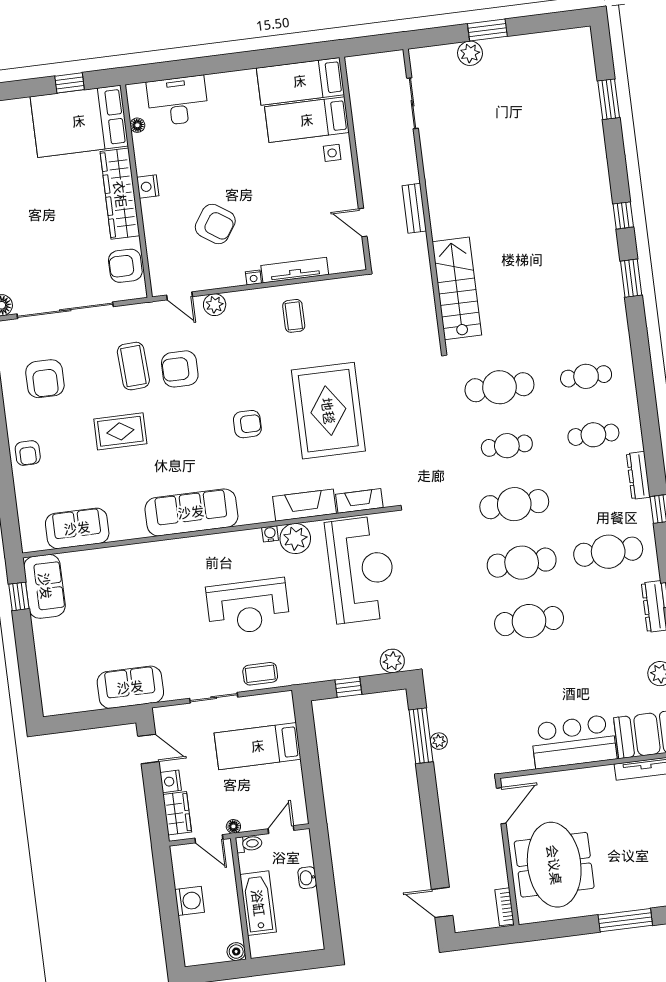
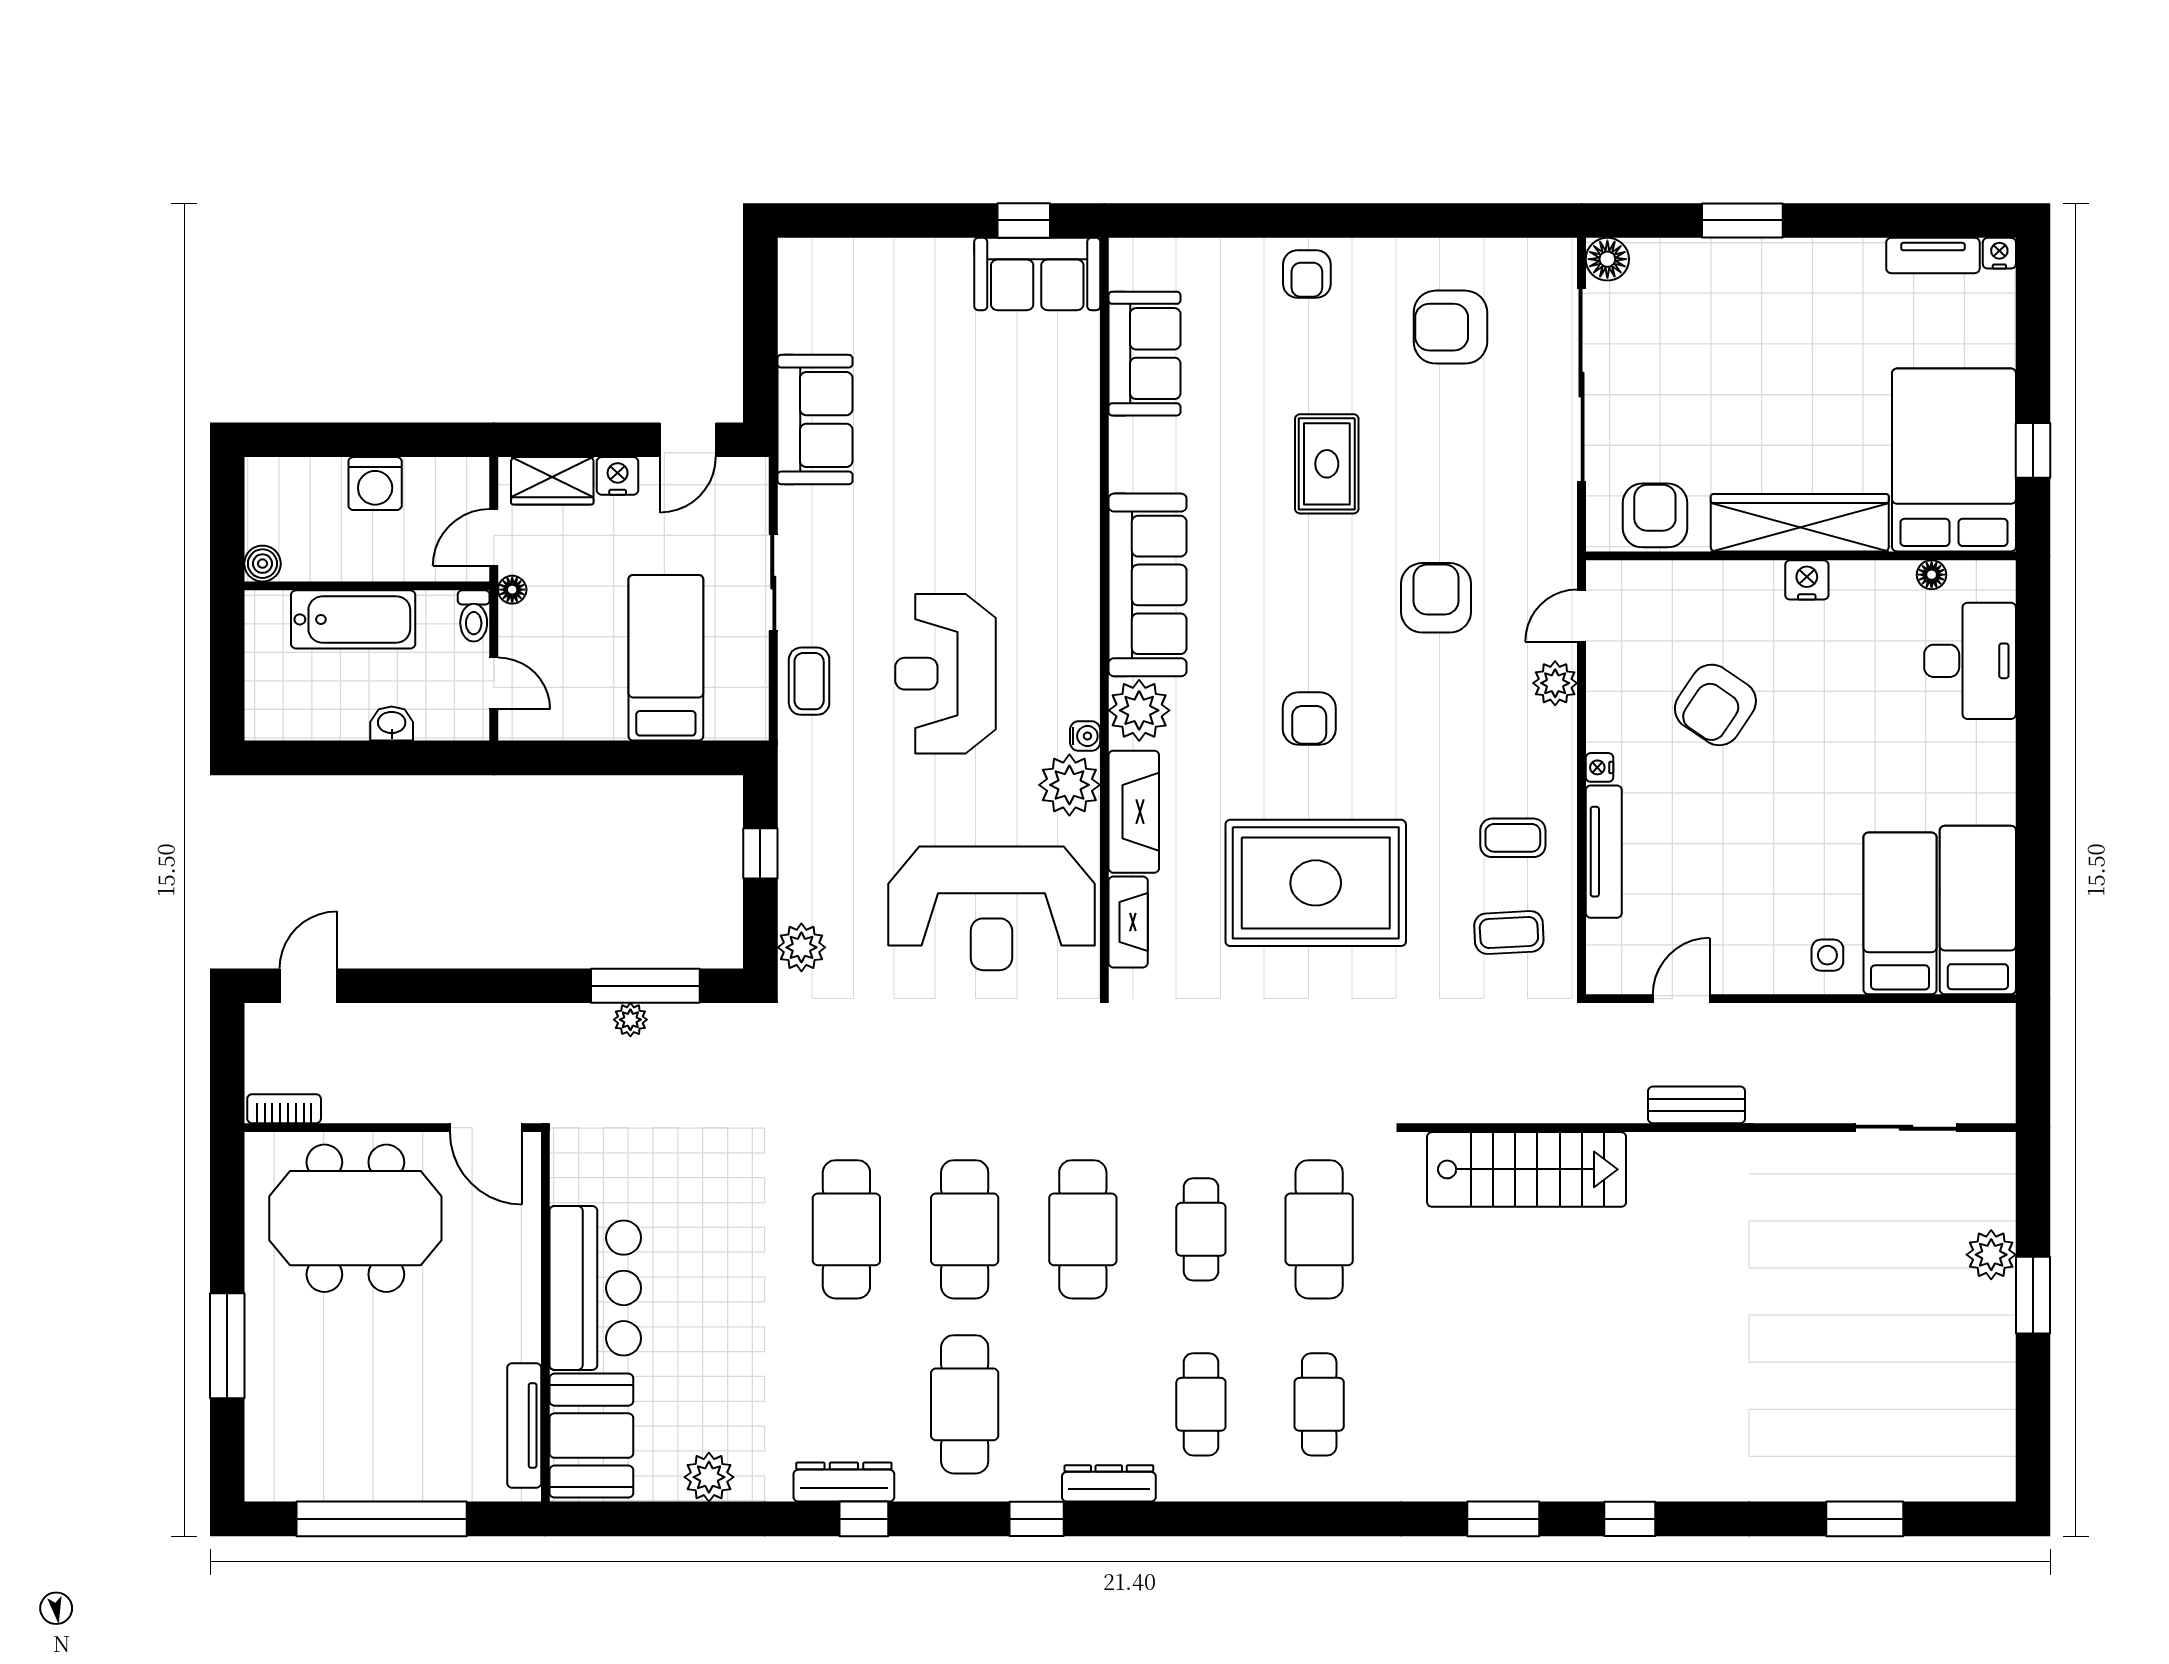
coffee table: (133, 366) -> (1509, 933), moved, width x0.73, depth x0.77
armchair: (28, 453) -> (1307, 274), turned -90
plant: (254, 509) -> (1139, 710), added

